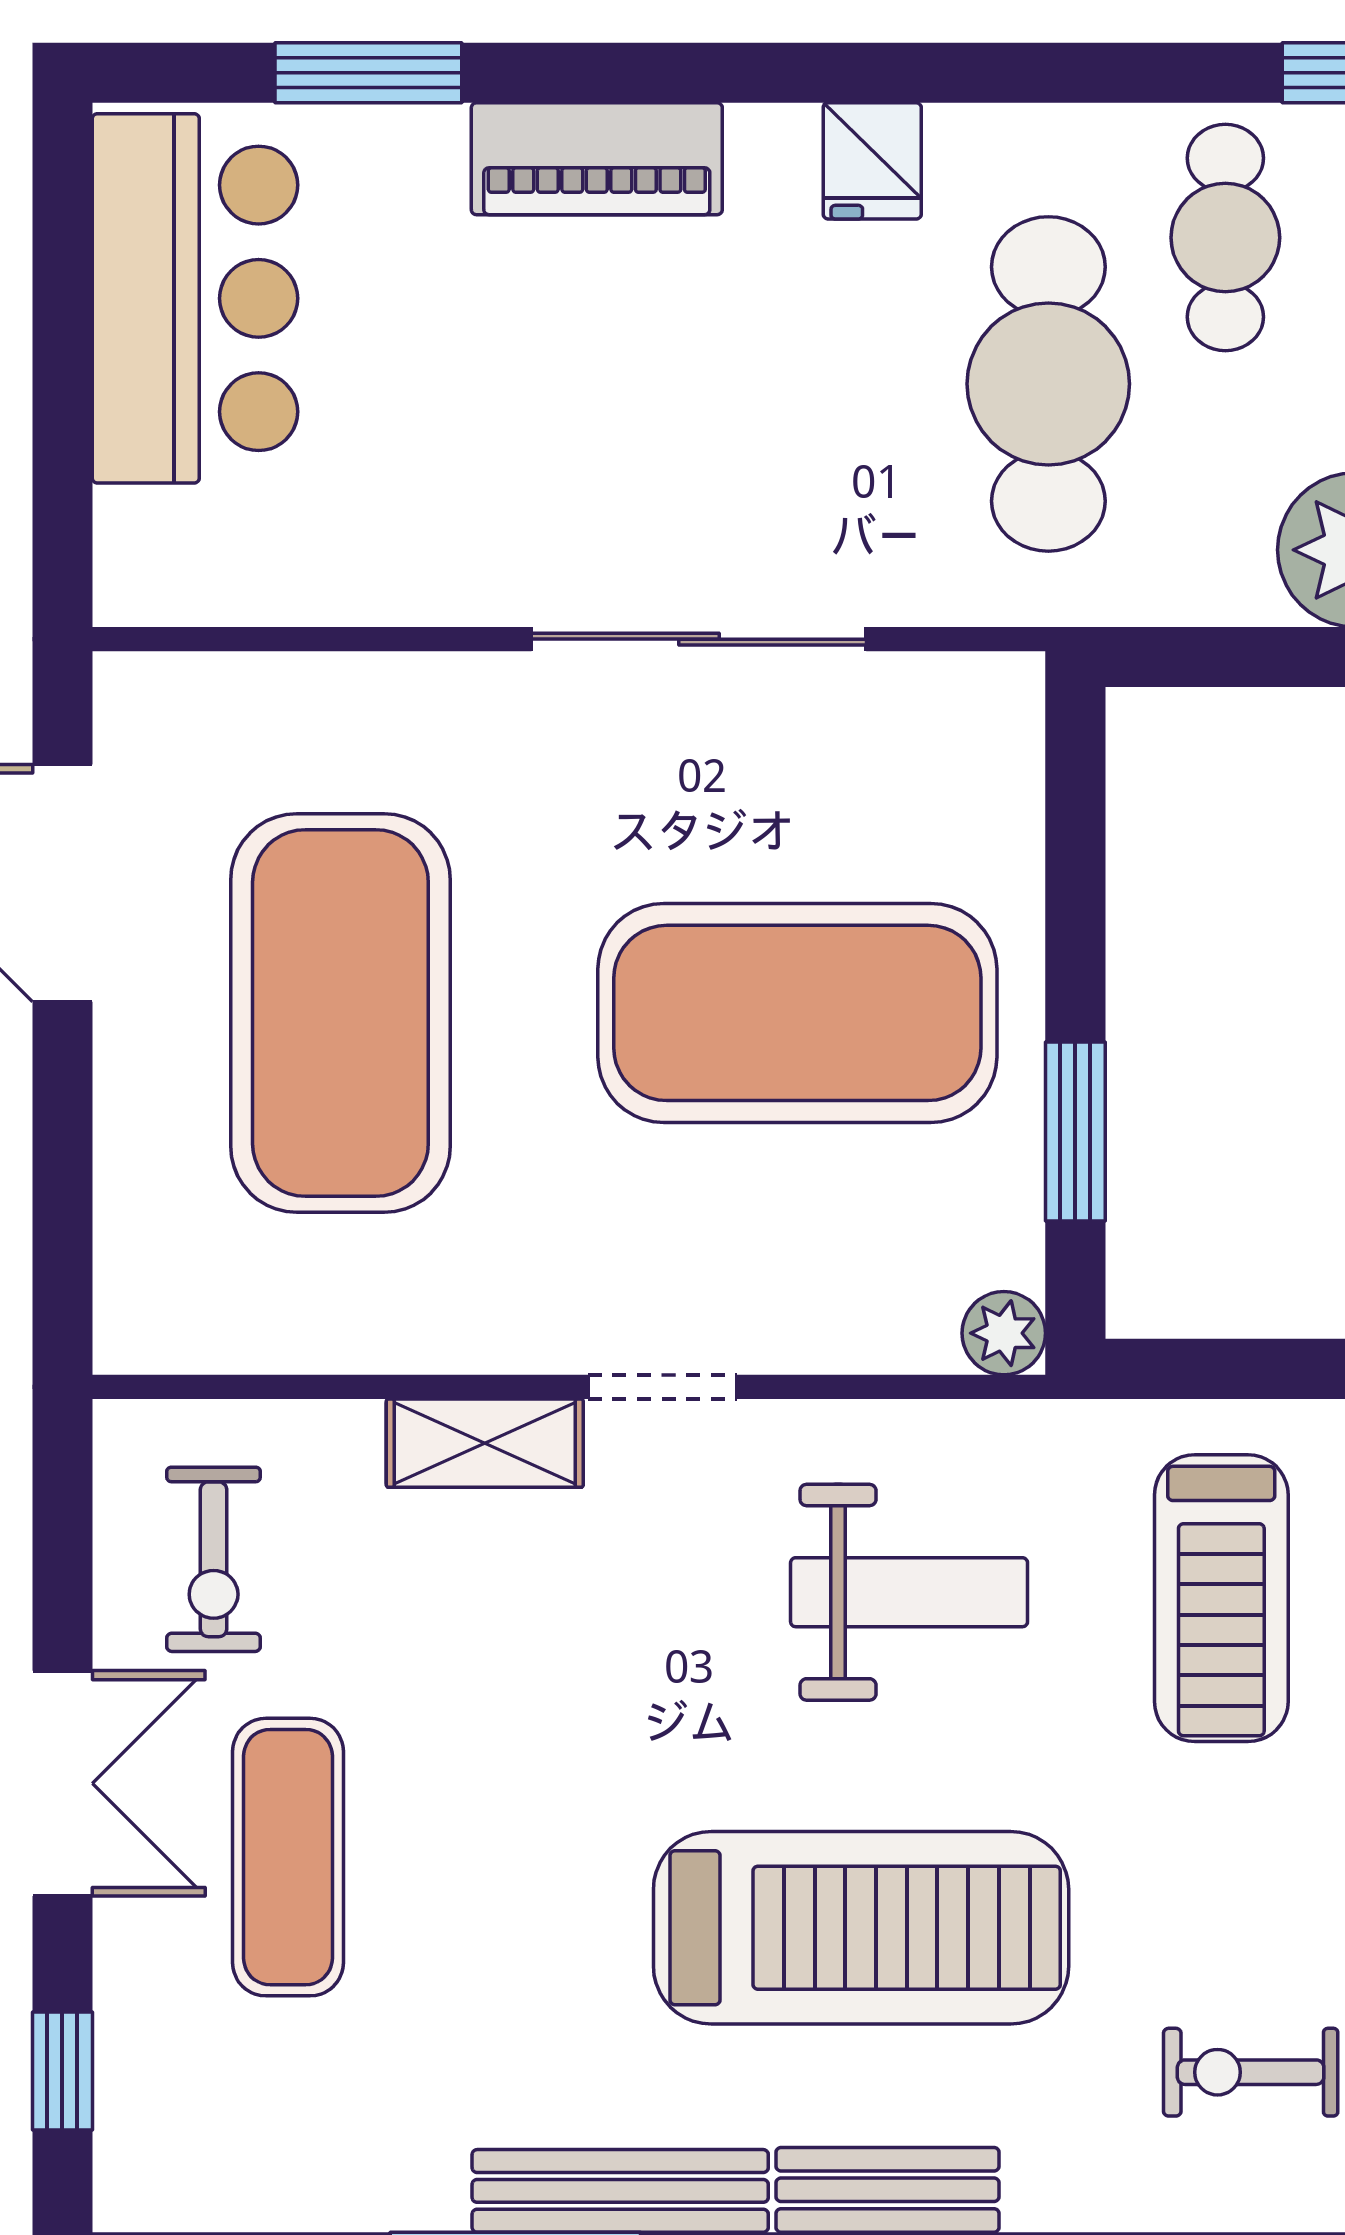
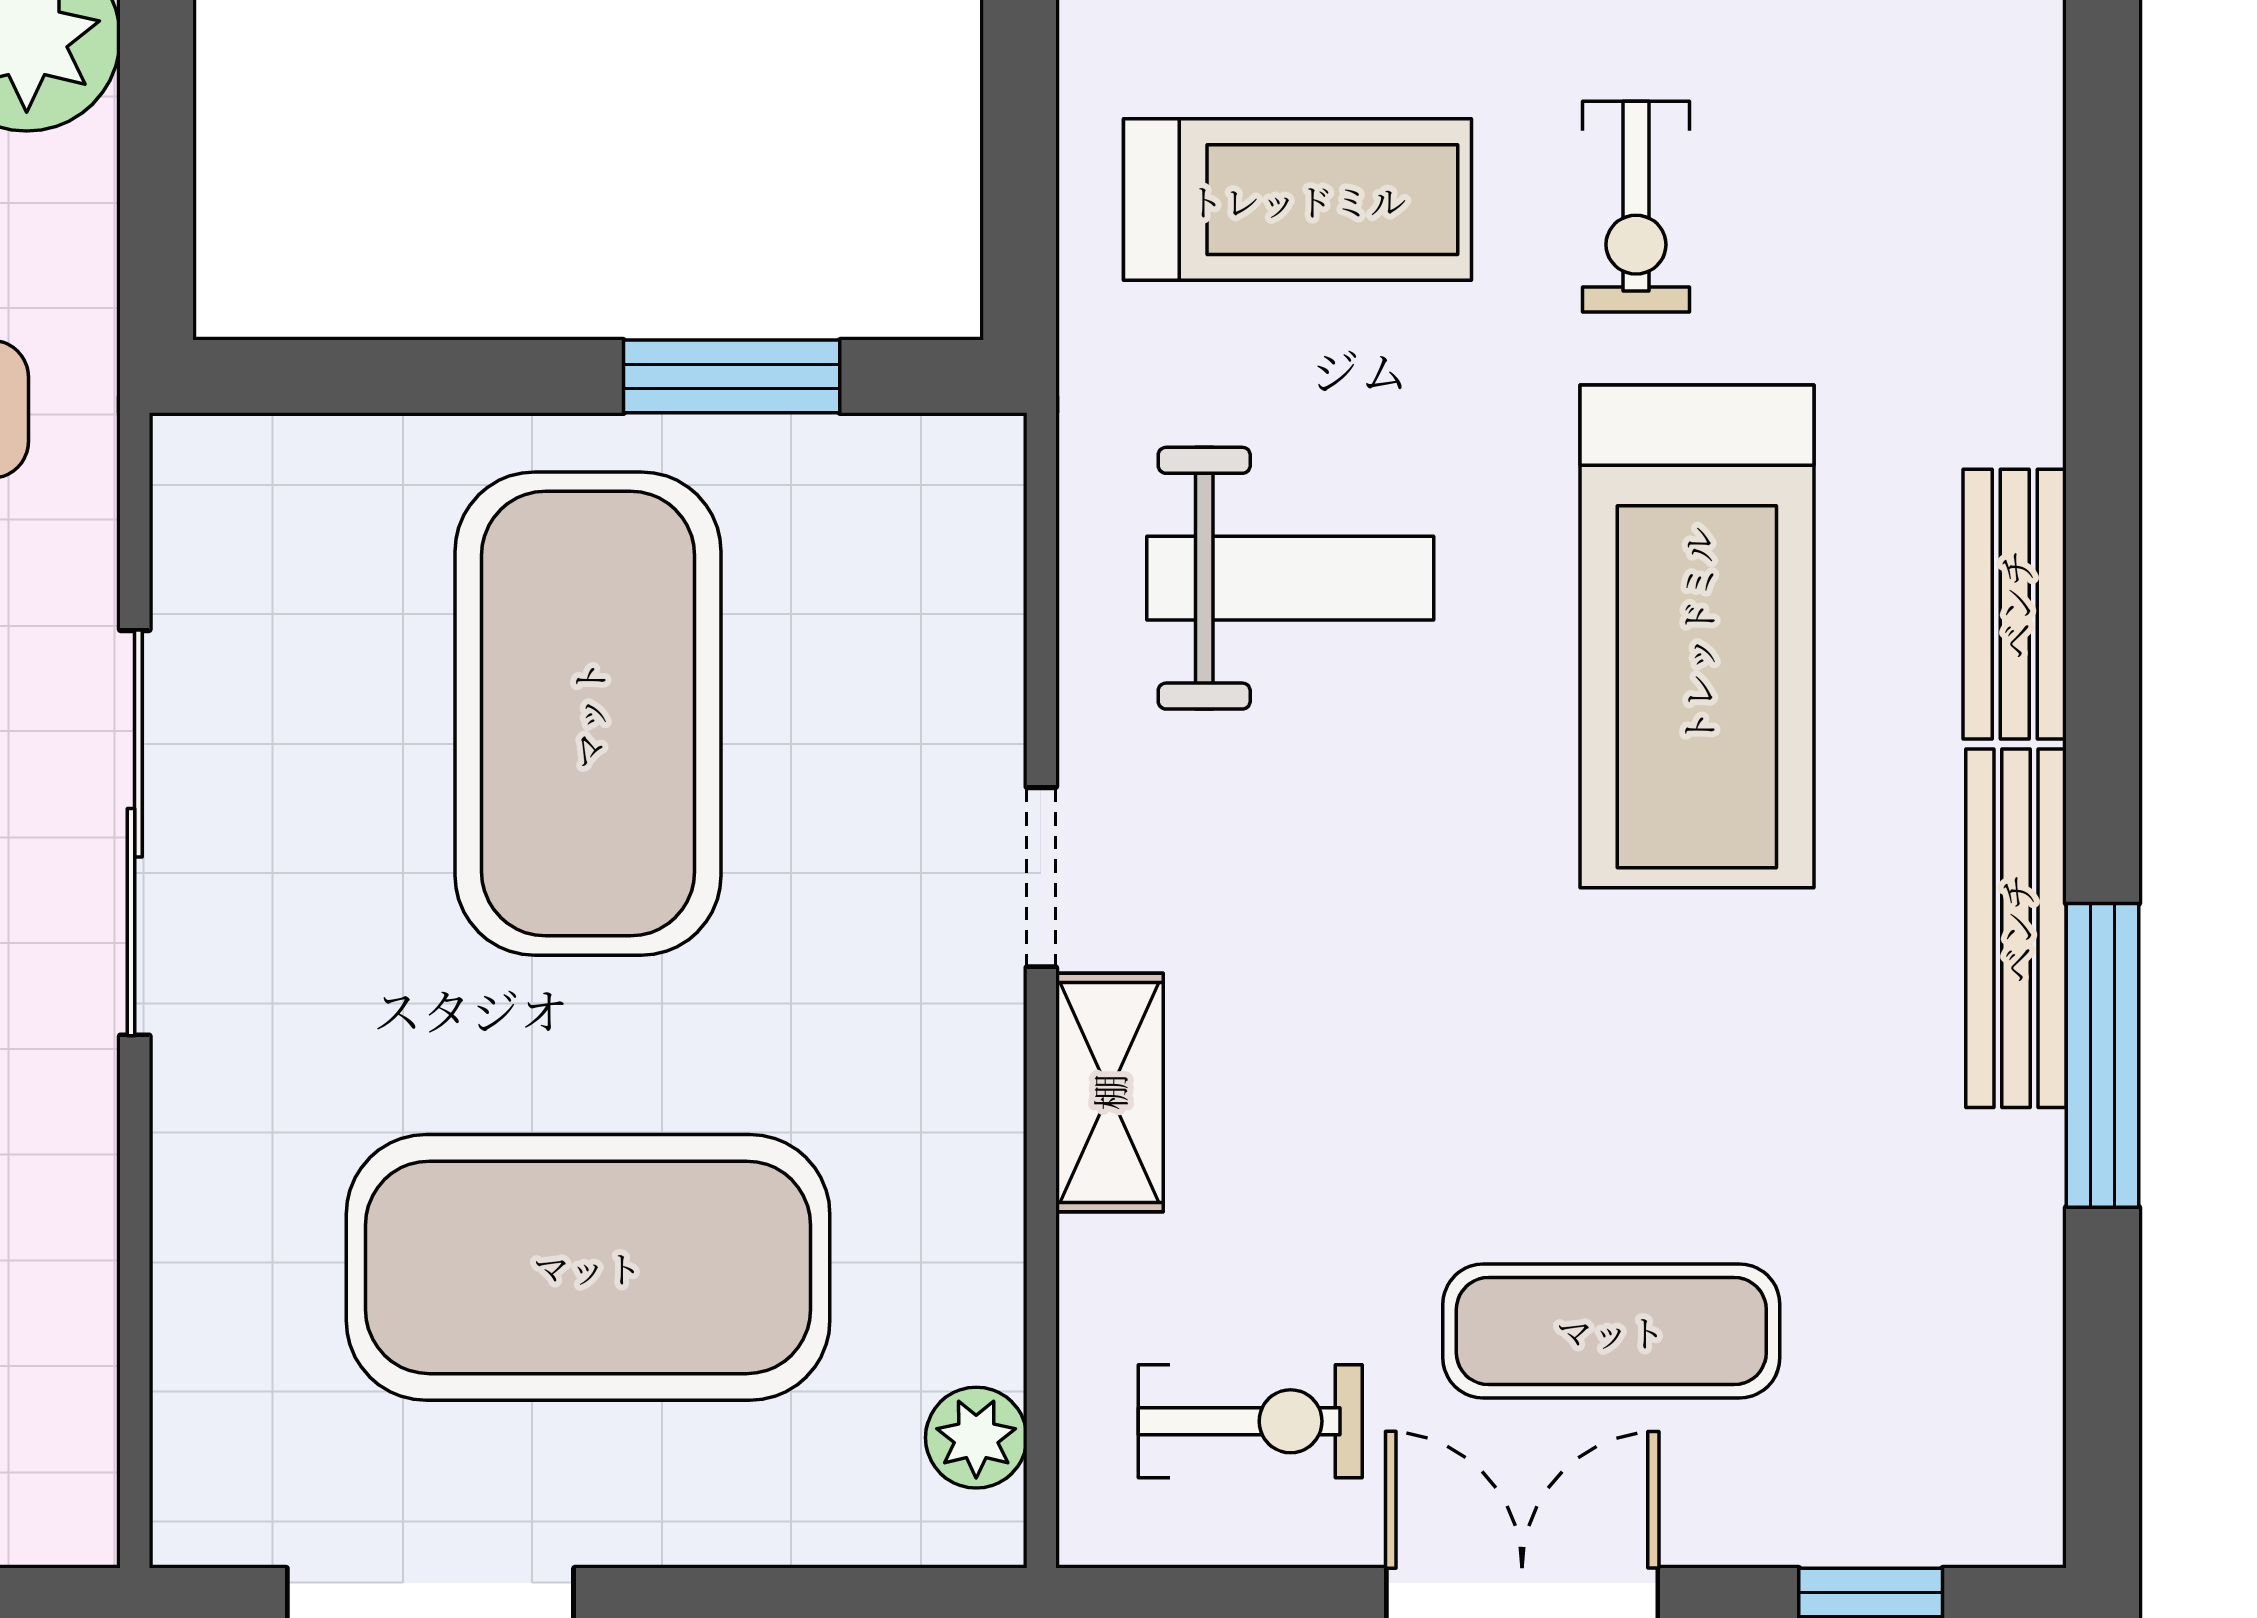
plant: (1004, 1333) -> (976, 1438), moved
weight bench: (909, 1592) -> (1290, 578), turned 90
treadmill: (861, 1928) -> (1697, 636), turned 180
exercise bike: (1251, 2072) -> (1636, 207), moved

